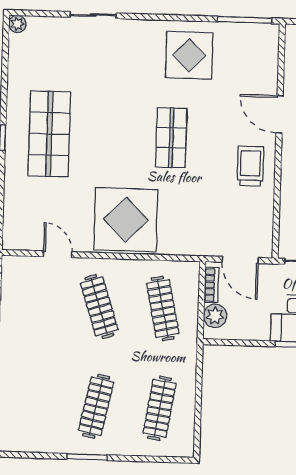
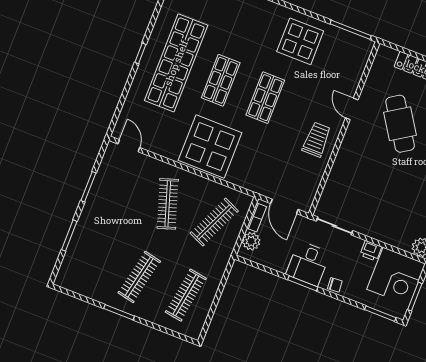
door: (280, 114) -> (352, 109), width x0.73
shop shelf: (49, 134) -> (176, 63), width x1.40
shop shelf: (110, 136) -> (221, 80), added
door: (58, 254) -> (129, 146), moved
clothes rail: (163, 309) -> (214, 222), turned 36

